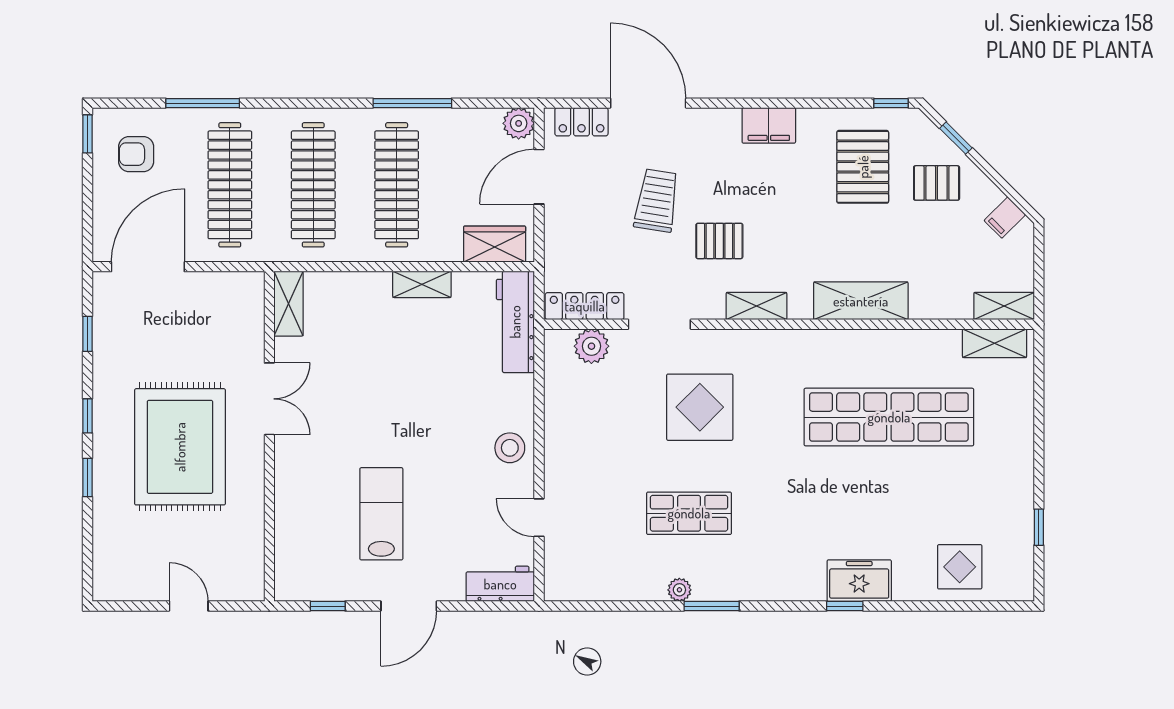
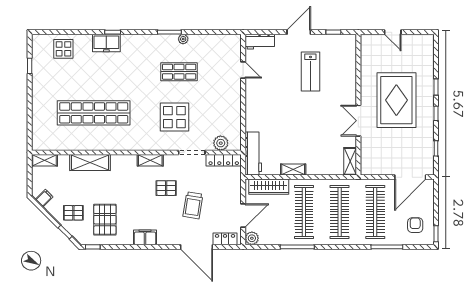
armchair: (136, 154) -> (415, 225), turned -90
wardrobe: (495, 244) -> (269, 187), width x1.50
shelving: (861, 301) -> (90, 162), moved
shelving: (995, 343) -> (49, 144), removed
stool: (510, 448) -> (256, 100), removed

